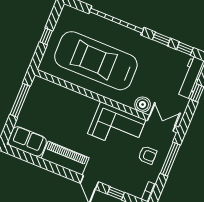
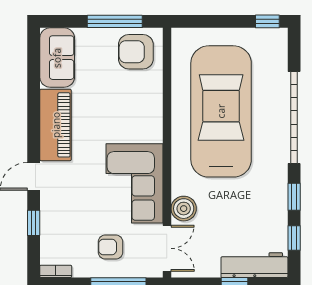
window: (46, 36) -> (267, 21), moved
armchair: (42, 95) -> (136, 52), added
armchair: (147, 155) -> (110, 247), turned 90

